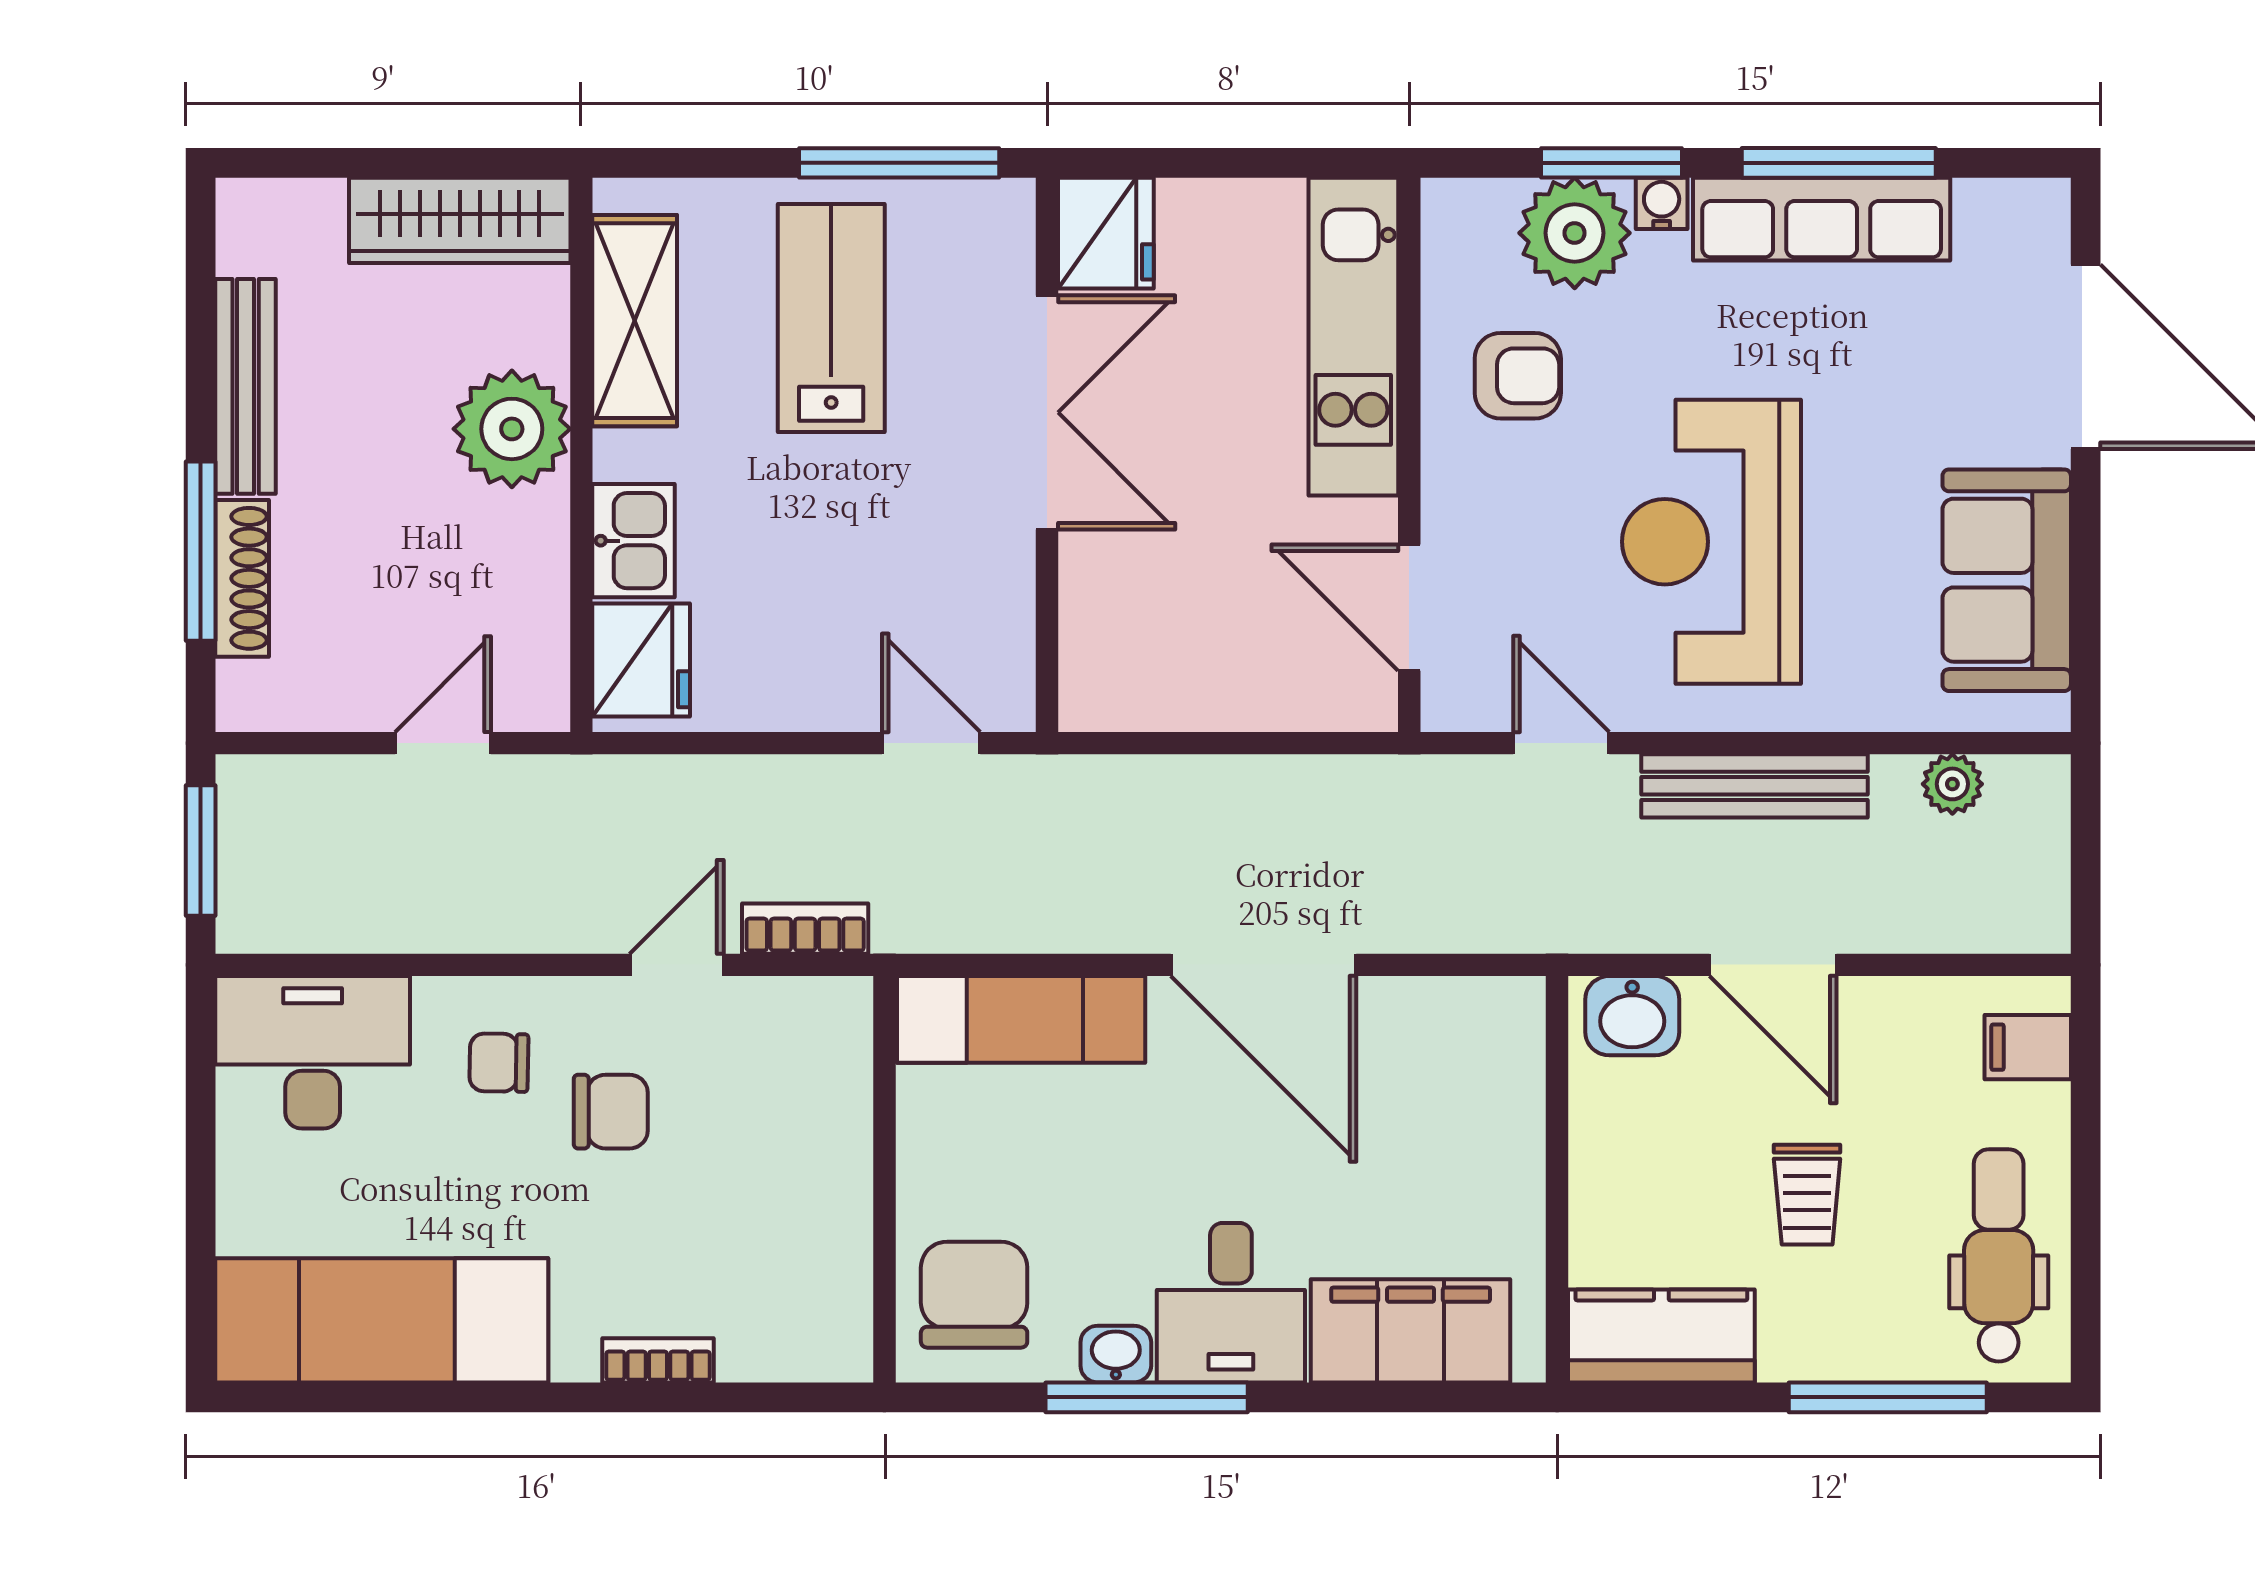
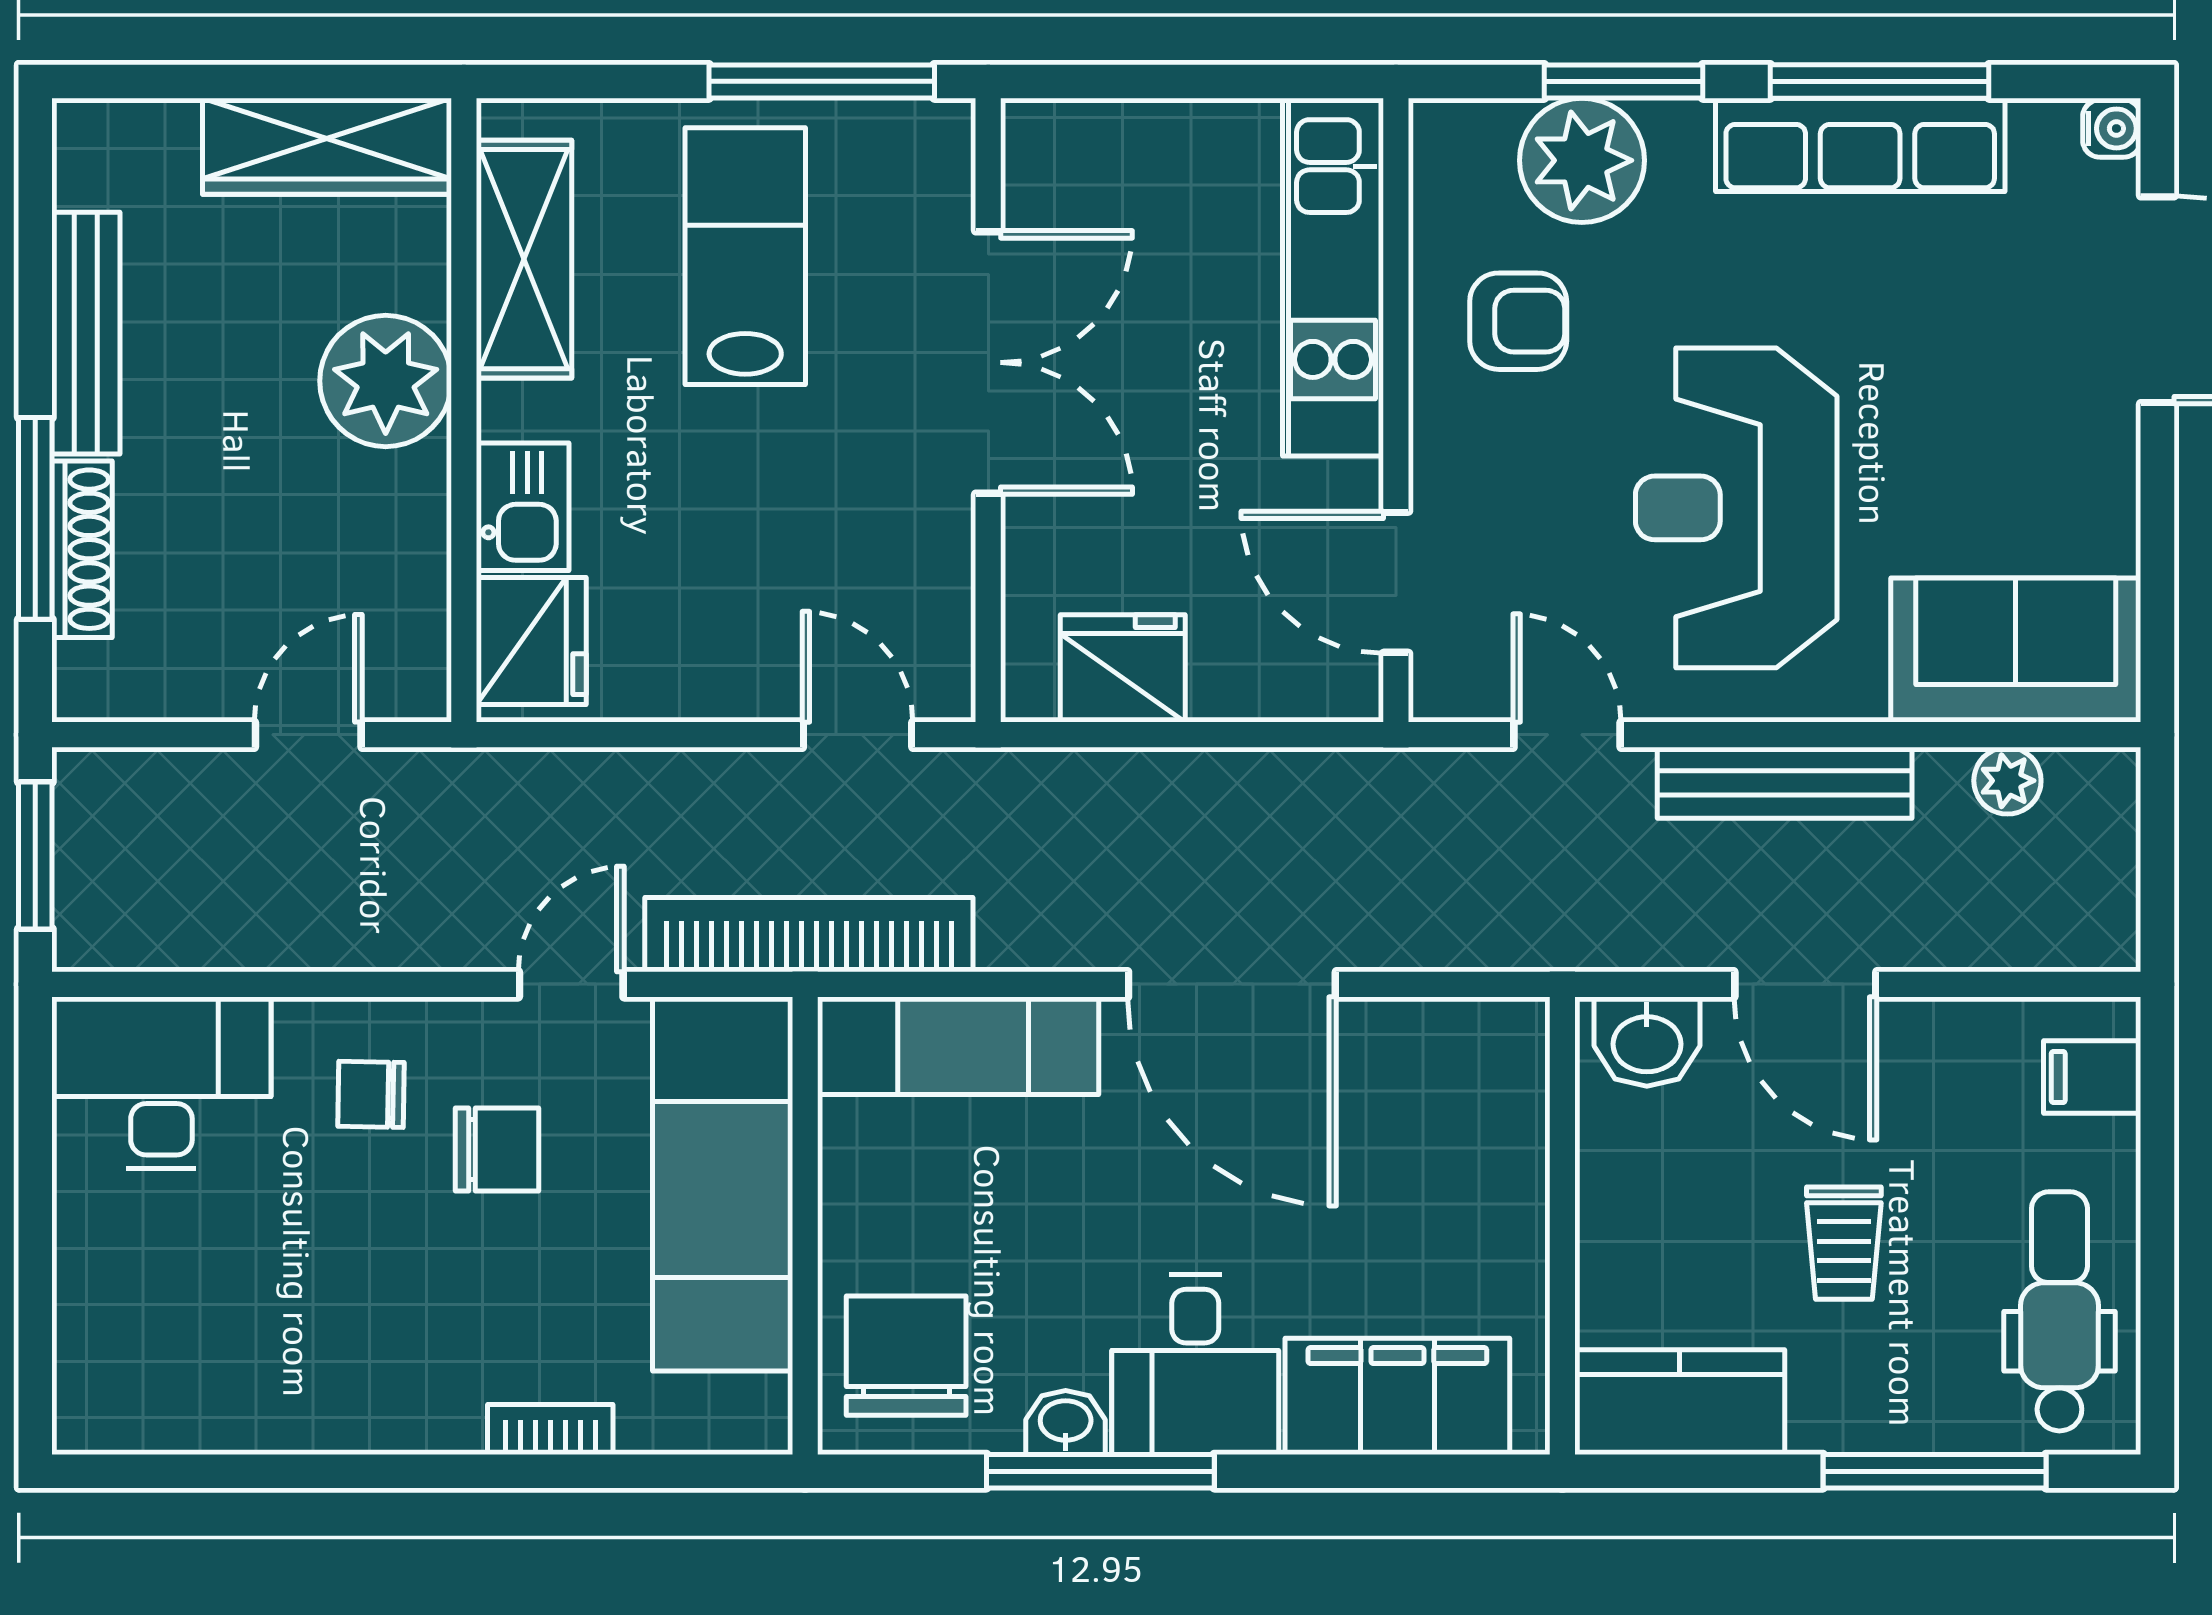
water cooler: (1662, 203) -> (2112, 128), moved, turned 90
fridge: (1106, 233) -> (1123, 668), moved, turned -90
sofa: (2007, 580) -> (2016, 650), moved, turned 90
bookcase: (805, 929) -> (809, 935), width x2.31, depth x1.31
exam couch: (382, 1320) -> (723, 1184), moved, turned -90

